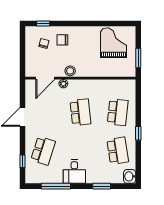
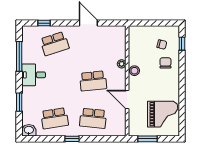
door: (45, 78) -> (127, 100), moved
school desk: (43, 151) -> (55, 44), turned -36

